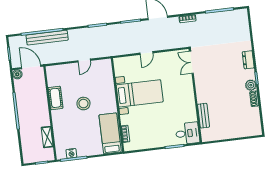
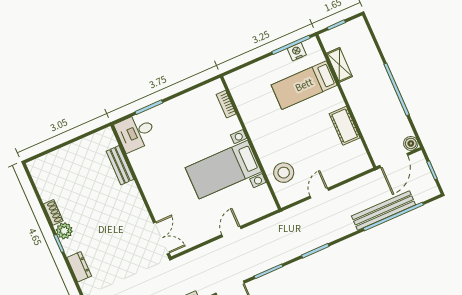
door: (31, 67) -> (394, 160), hinge flipped
stool: (83, 104) -> (284, 173), moved
bed: (110, 133) -> (304, 85), moved, turned 90

